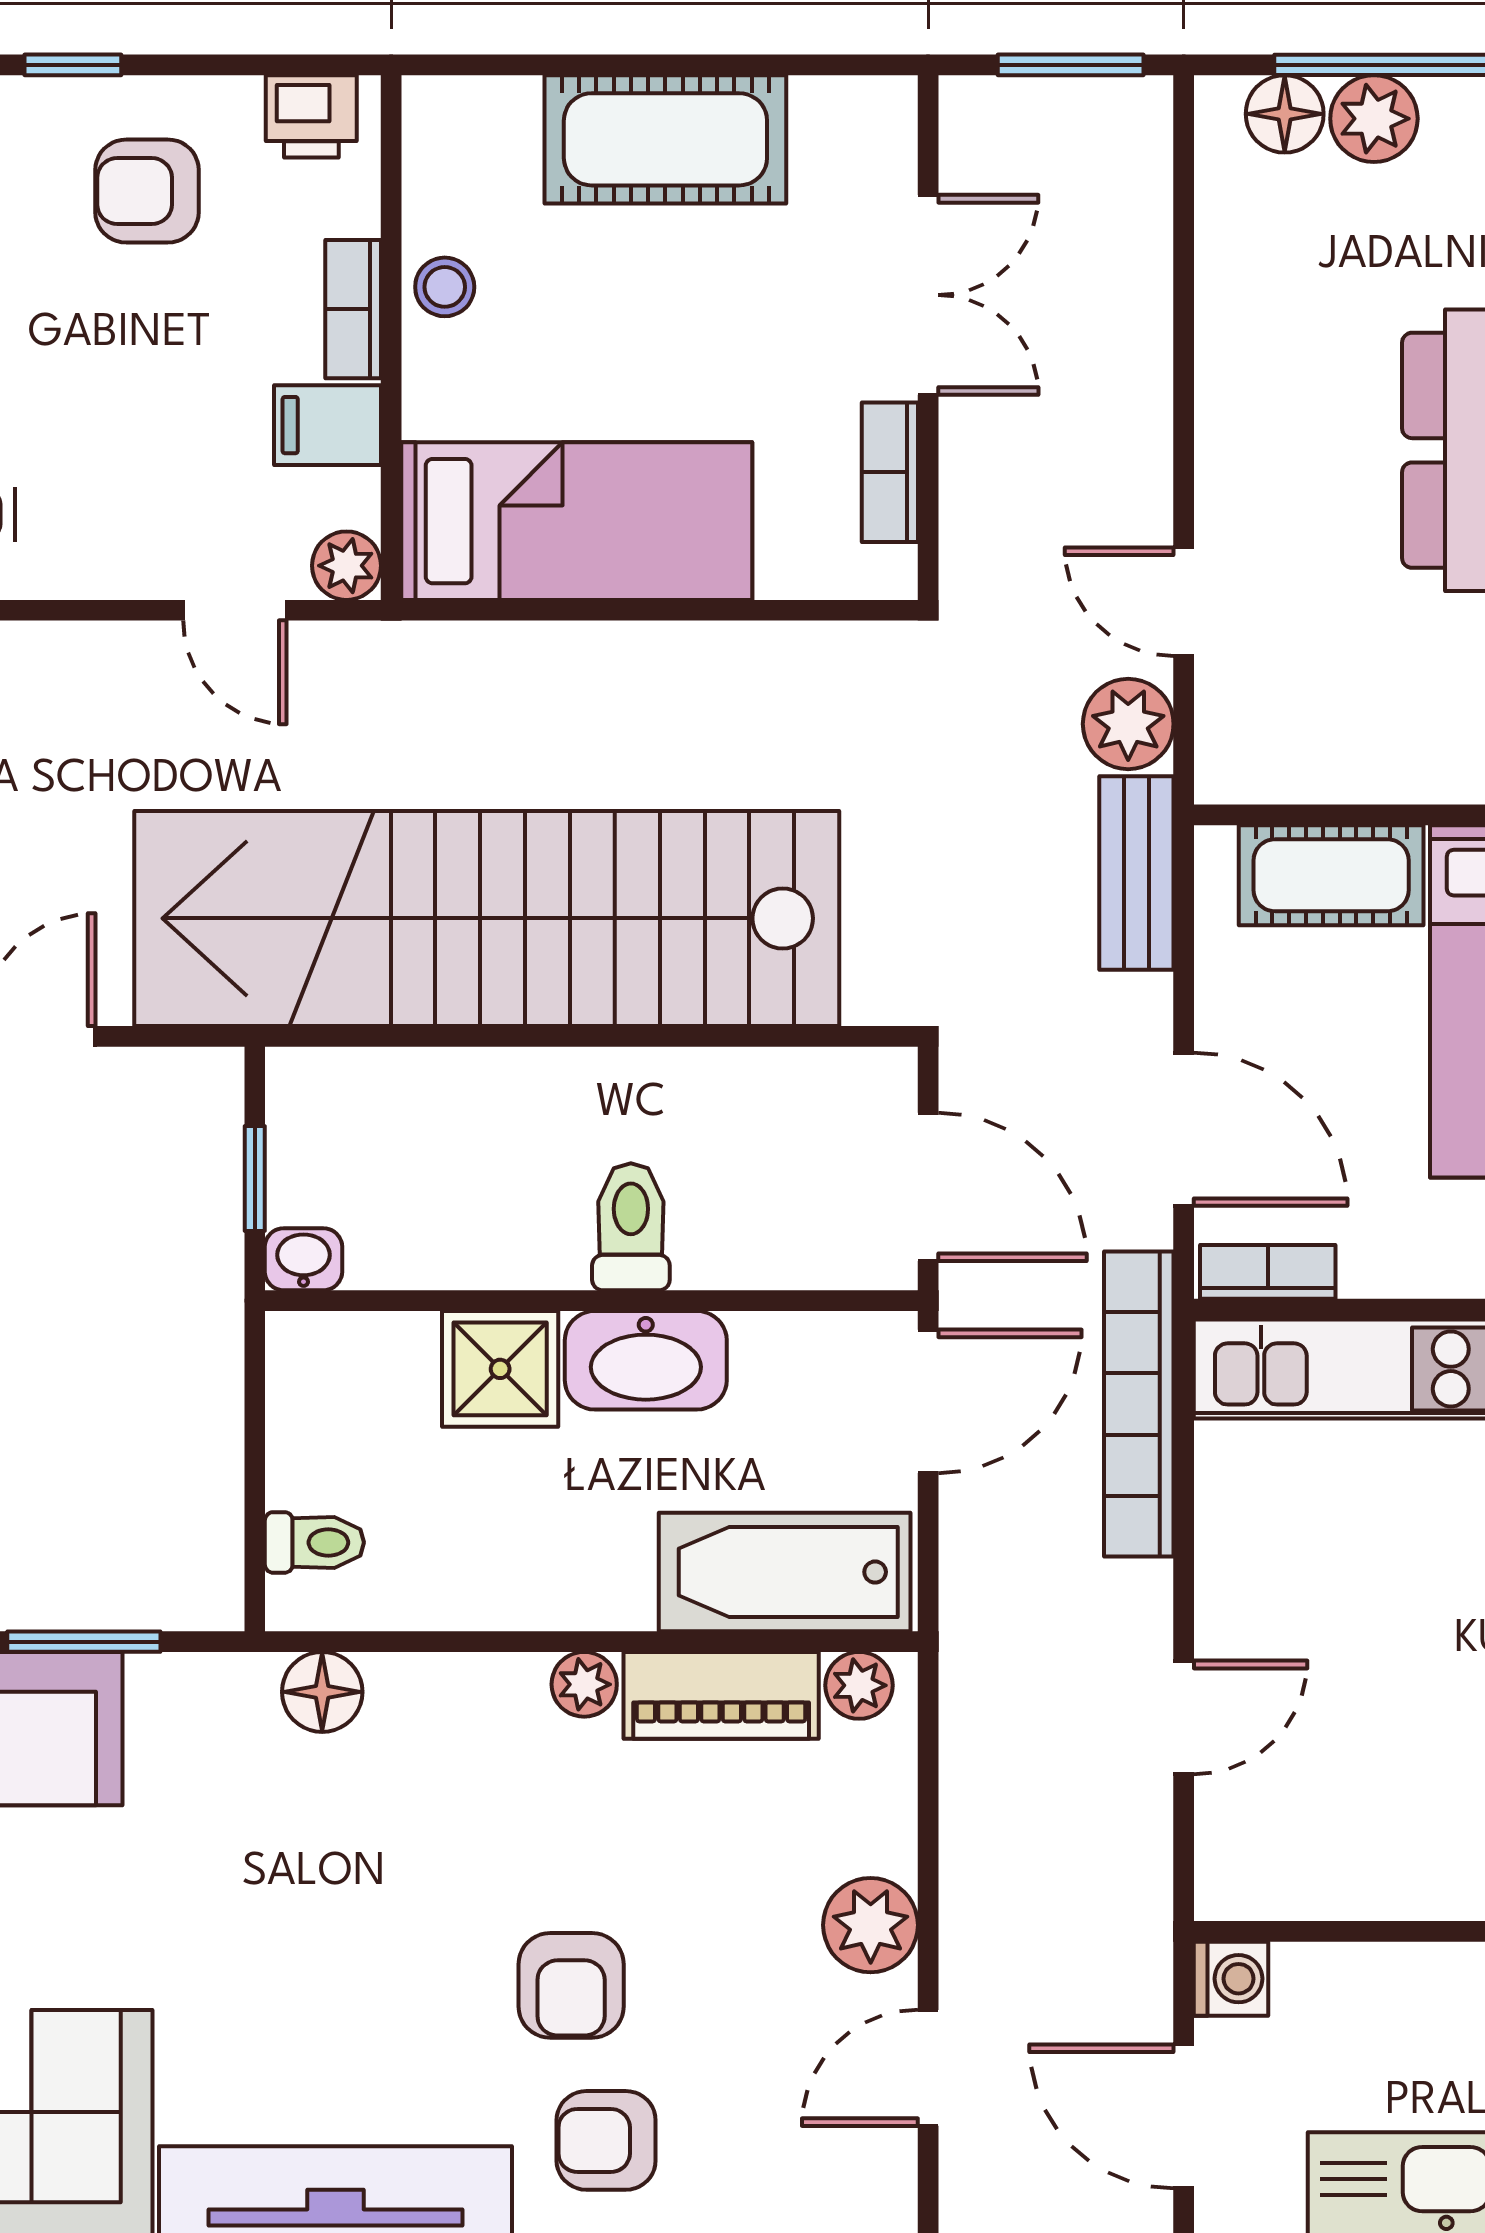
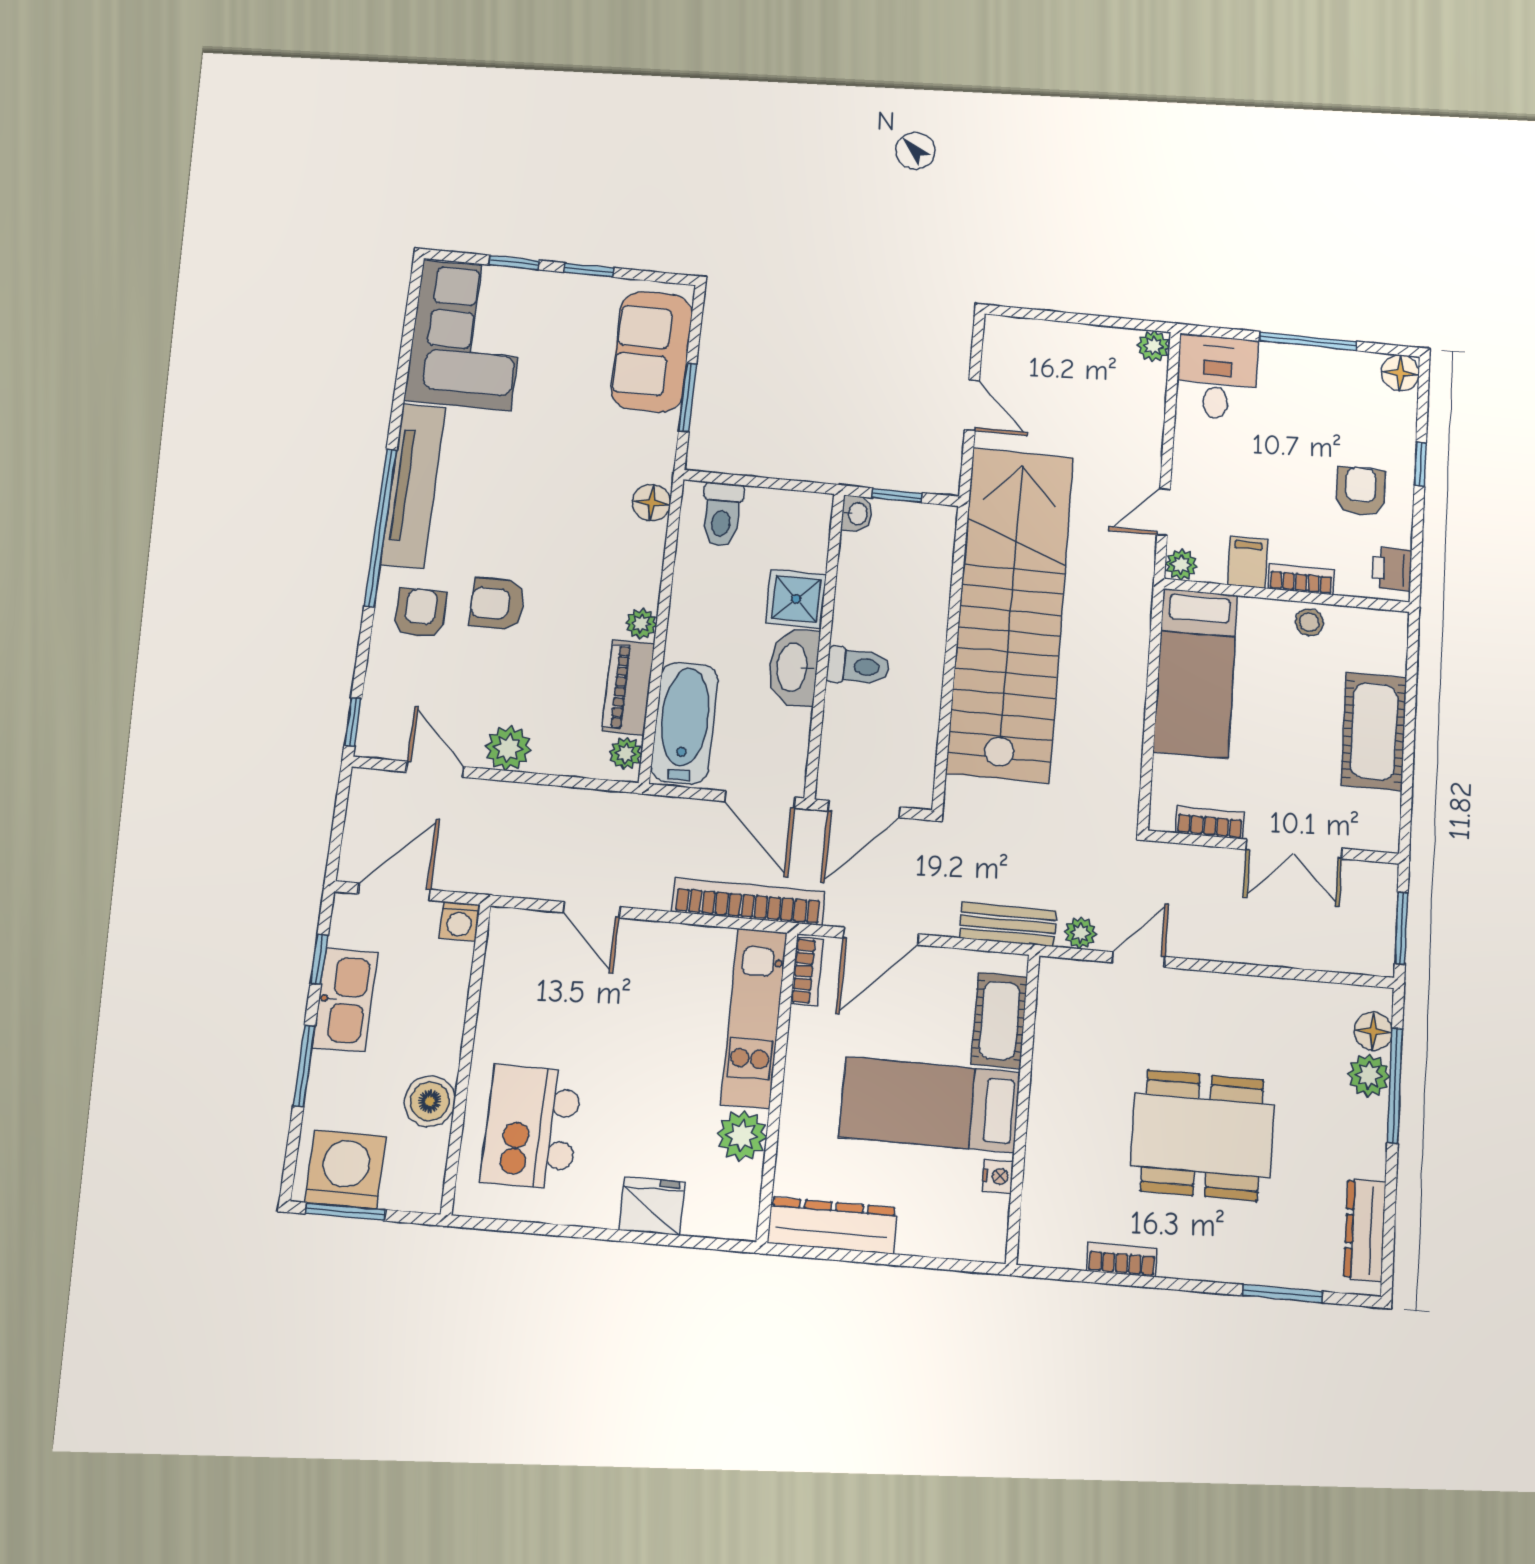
plant: (1128, 724) -> (1080, 933), width x0.73, depth x0.73
toilet: (314, 1542) -> (722, 515), width x1.37, depth x1.39

